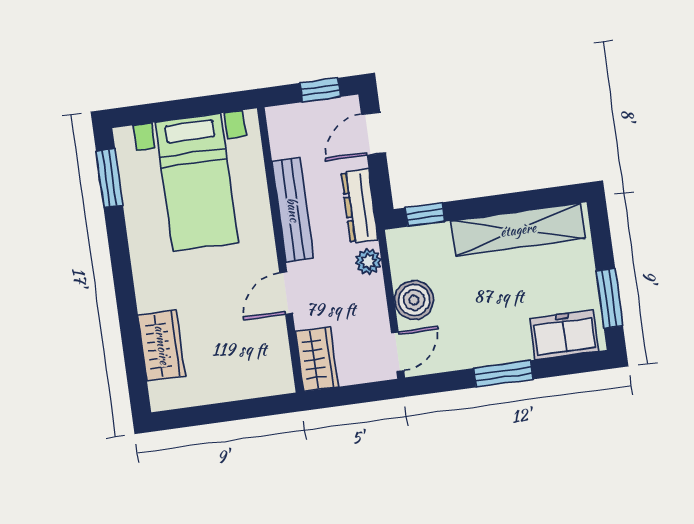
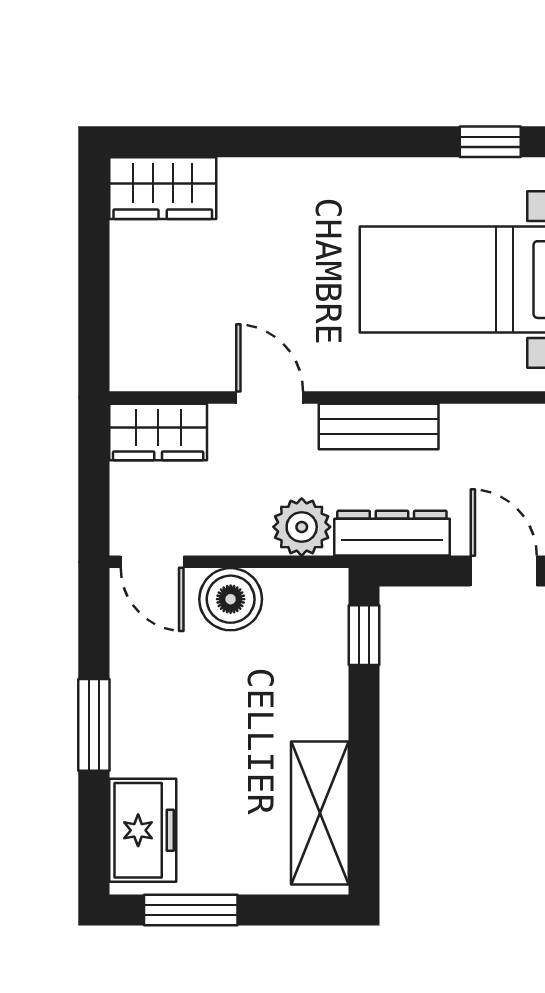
window: (109, 178) -> (490, 142), width x0.67
bench: (293, 210) -> (379, 427), width x0.73
shelving: (518, 230) -> (320, 813), width x0.68
plant: (368, 262) -> (302, 527), width x1.38, depth x1.38
wardrobe: (162, 345) -> (163, 188), moved

